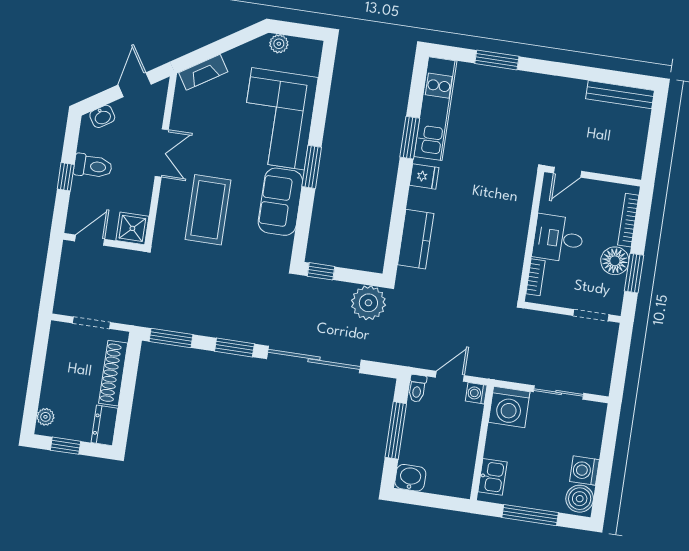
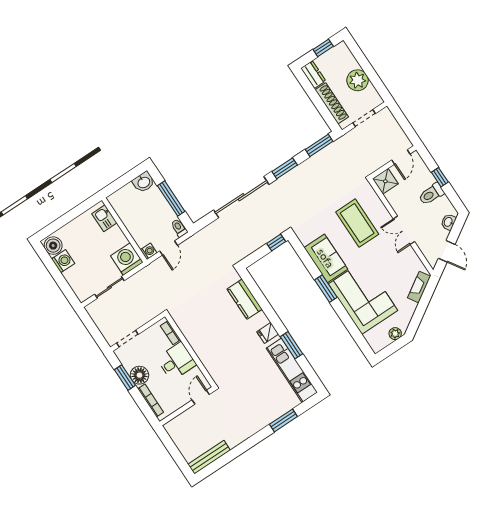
plant: (368, 303) -> (240, 248), removed
plant: (45, 417) -> (358, 80), moved, width x1.88, depth x1.88
window: (530, 515) -> (70, 216), removed

